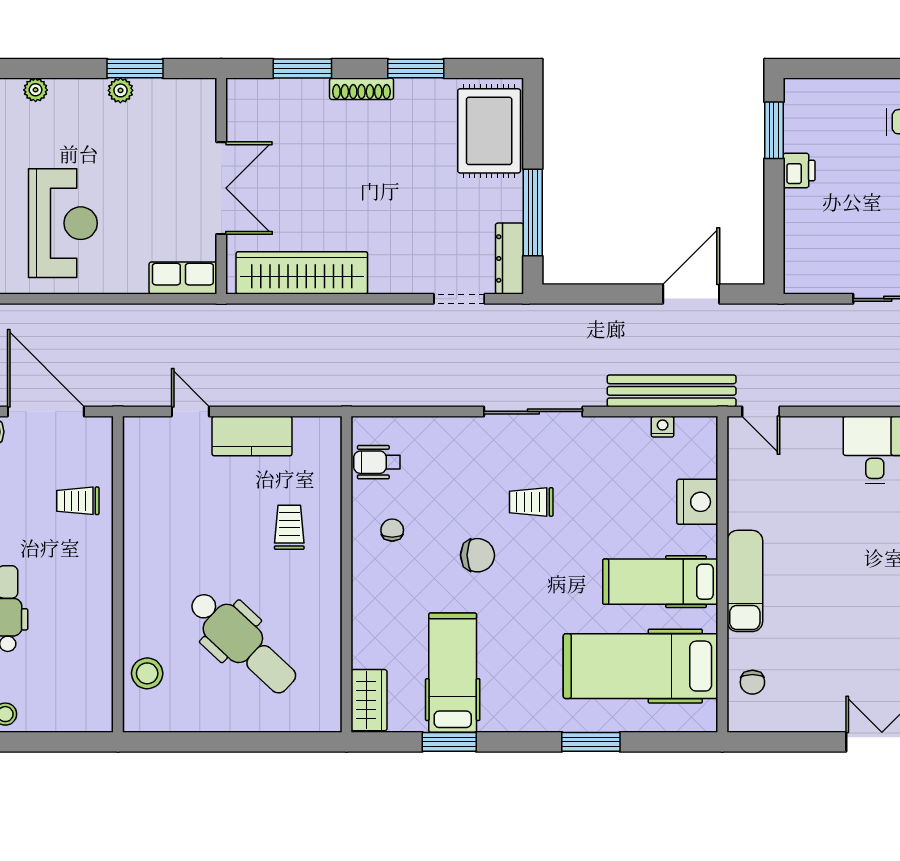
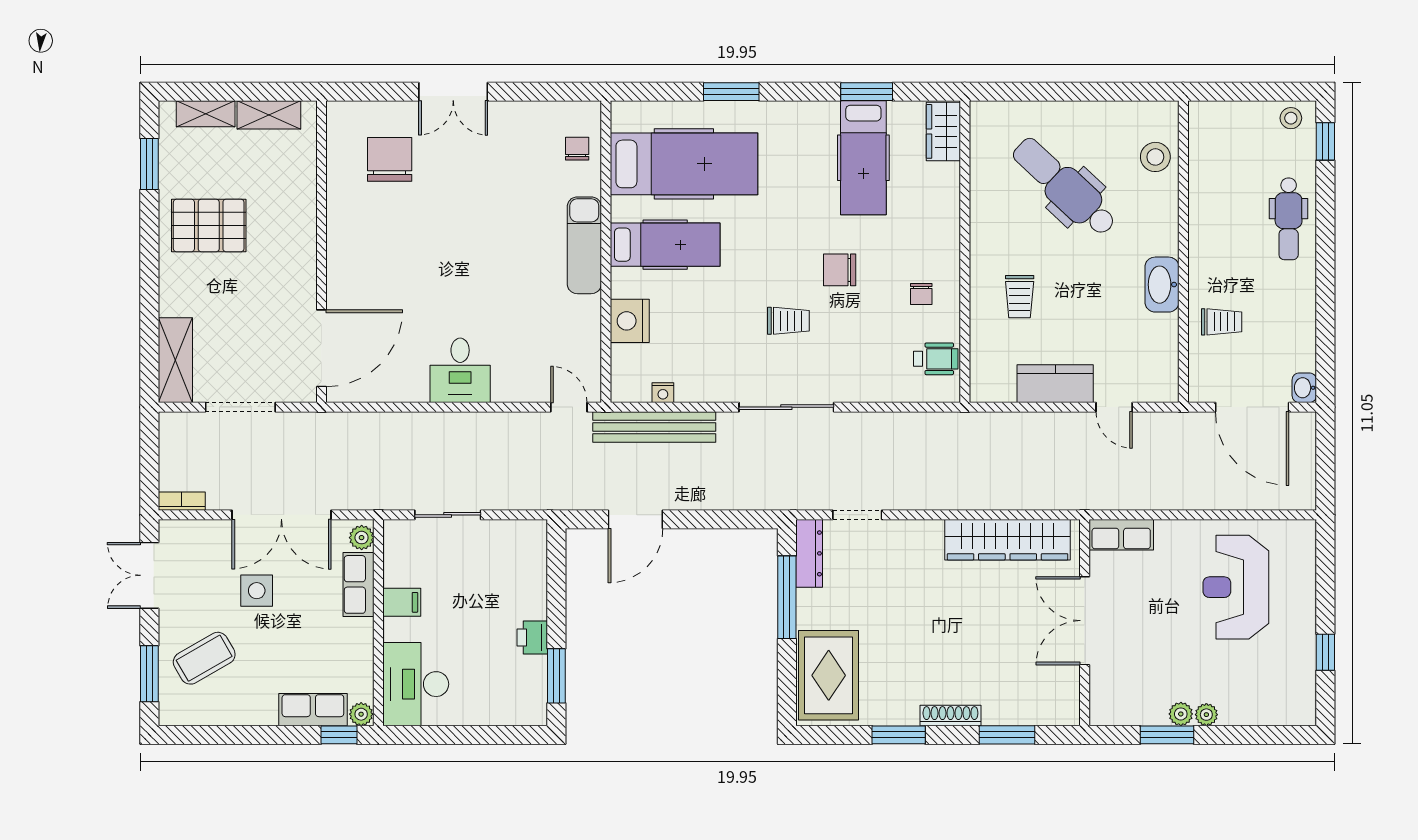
plant: (36, 90) -> (1206, 715), moved
washbasin: (140, 540) -> (1162, 285), added

